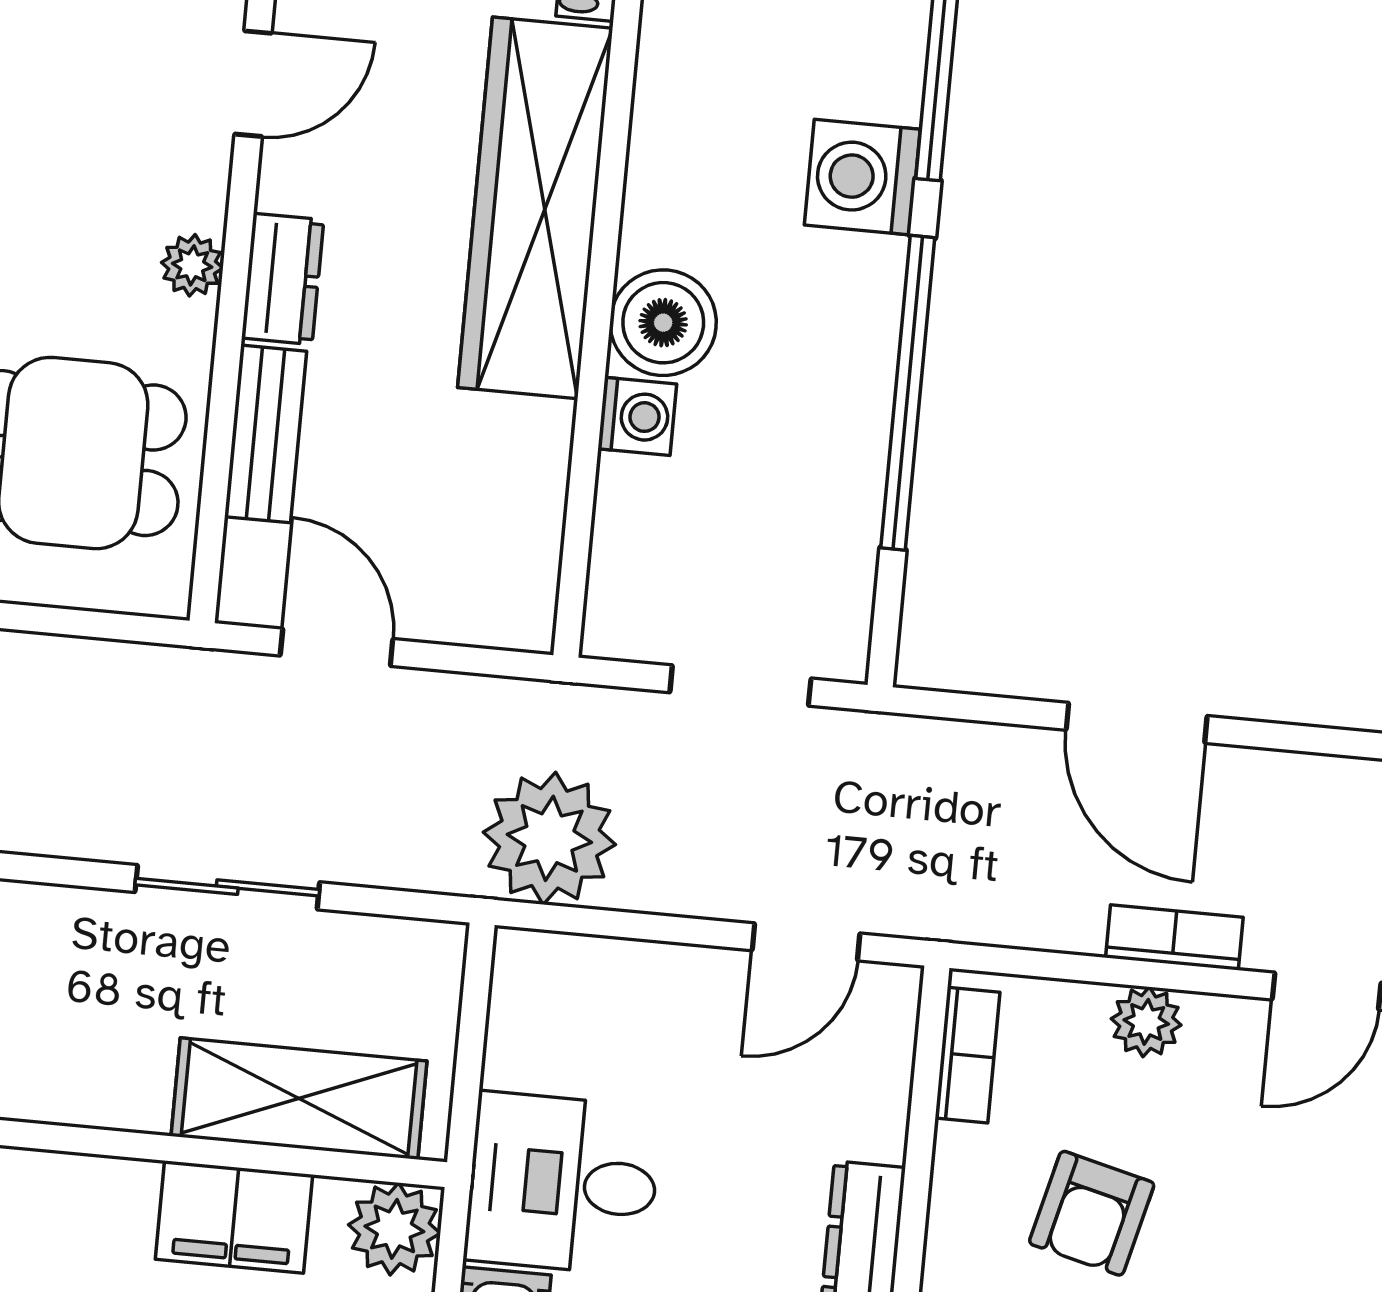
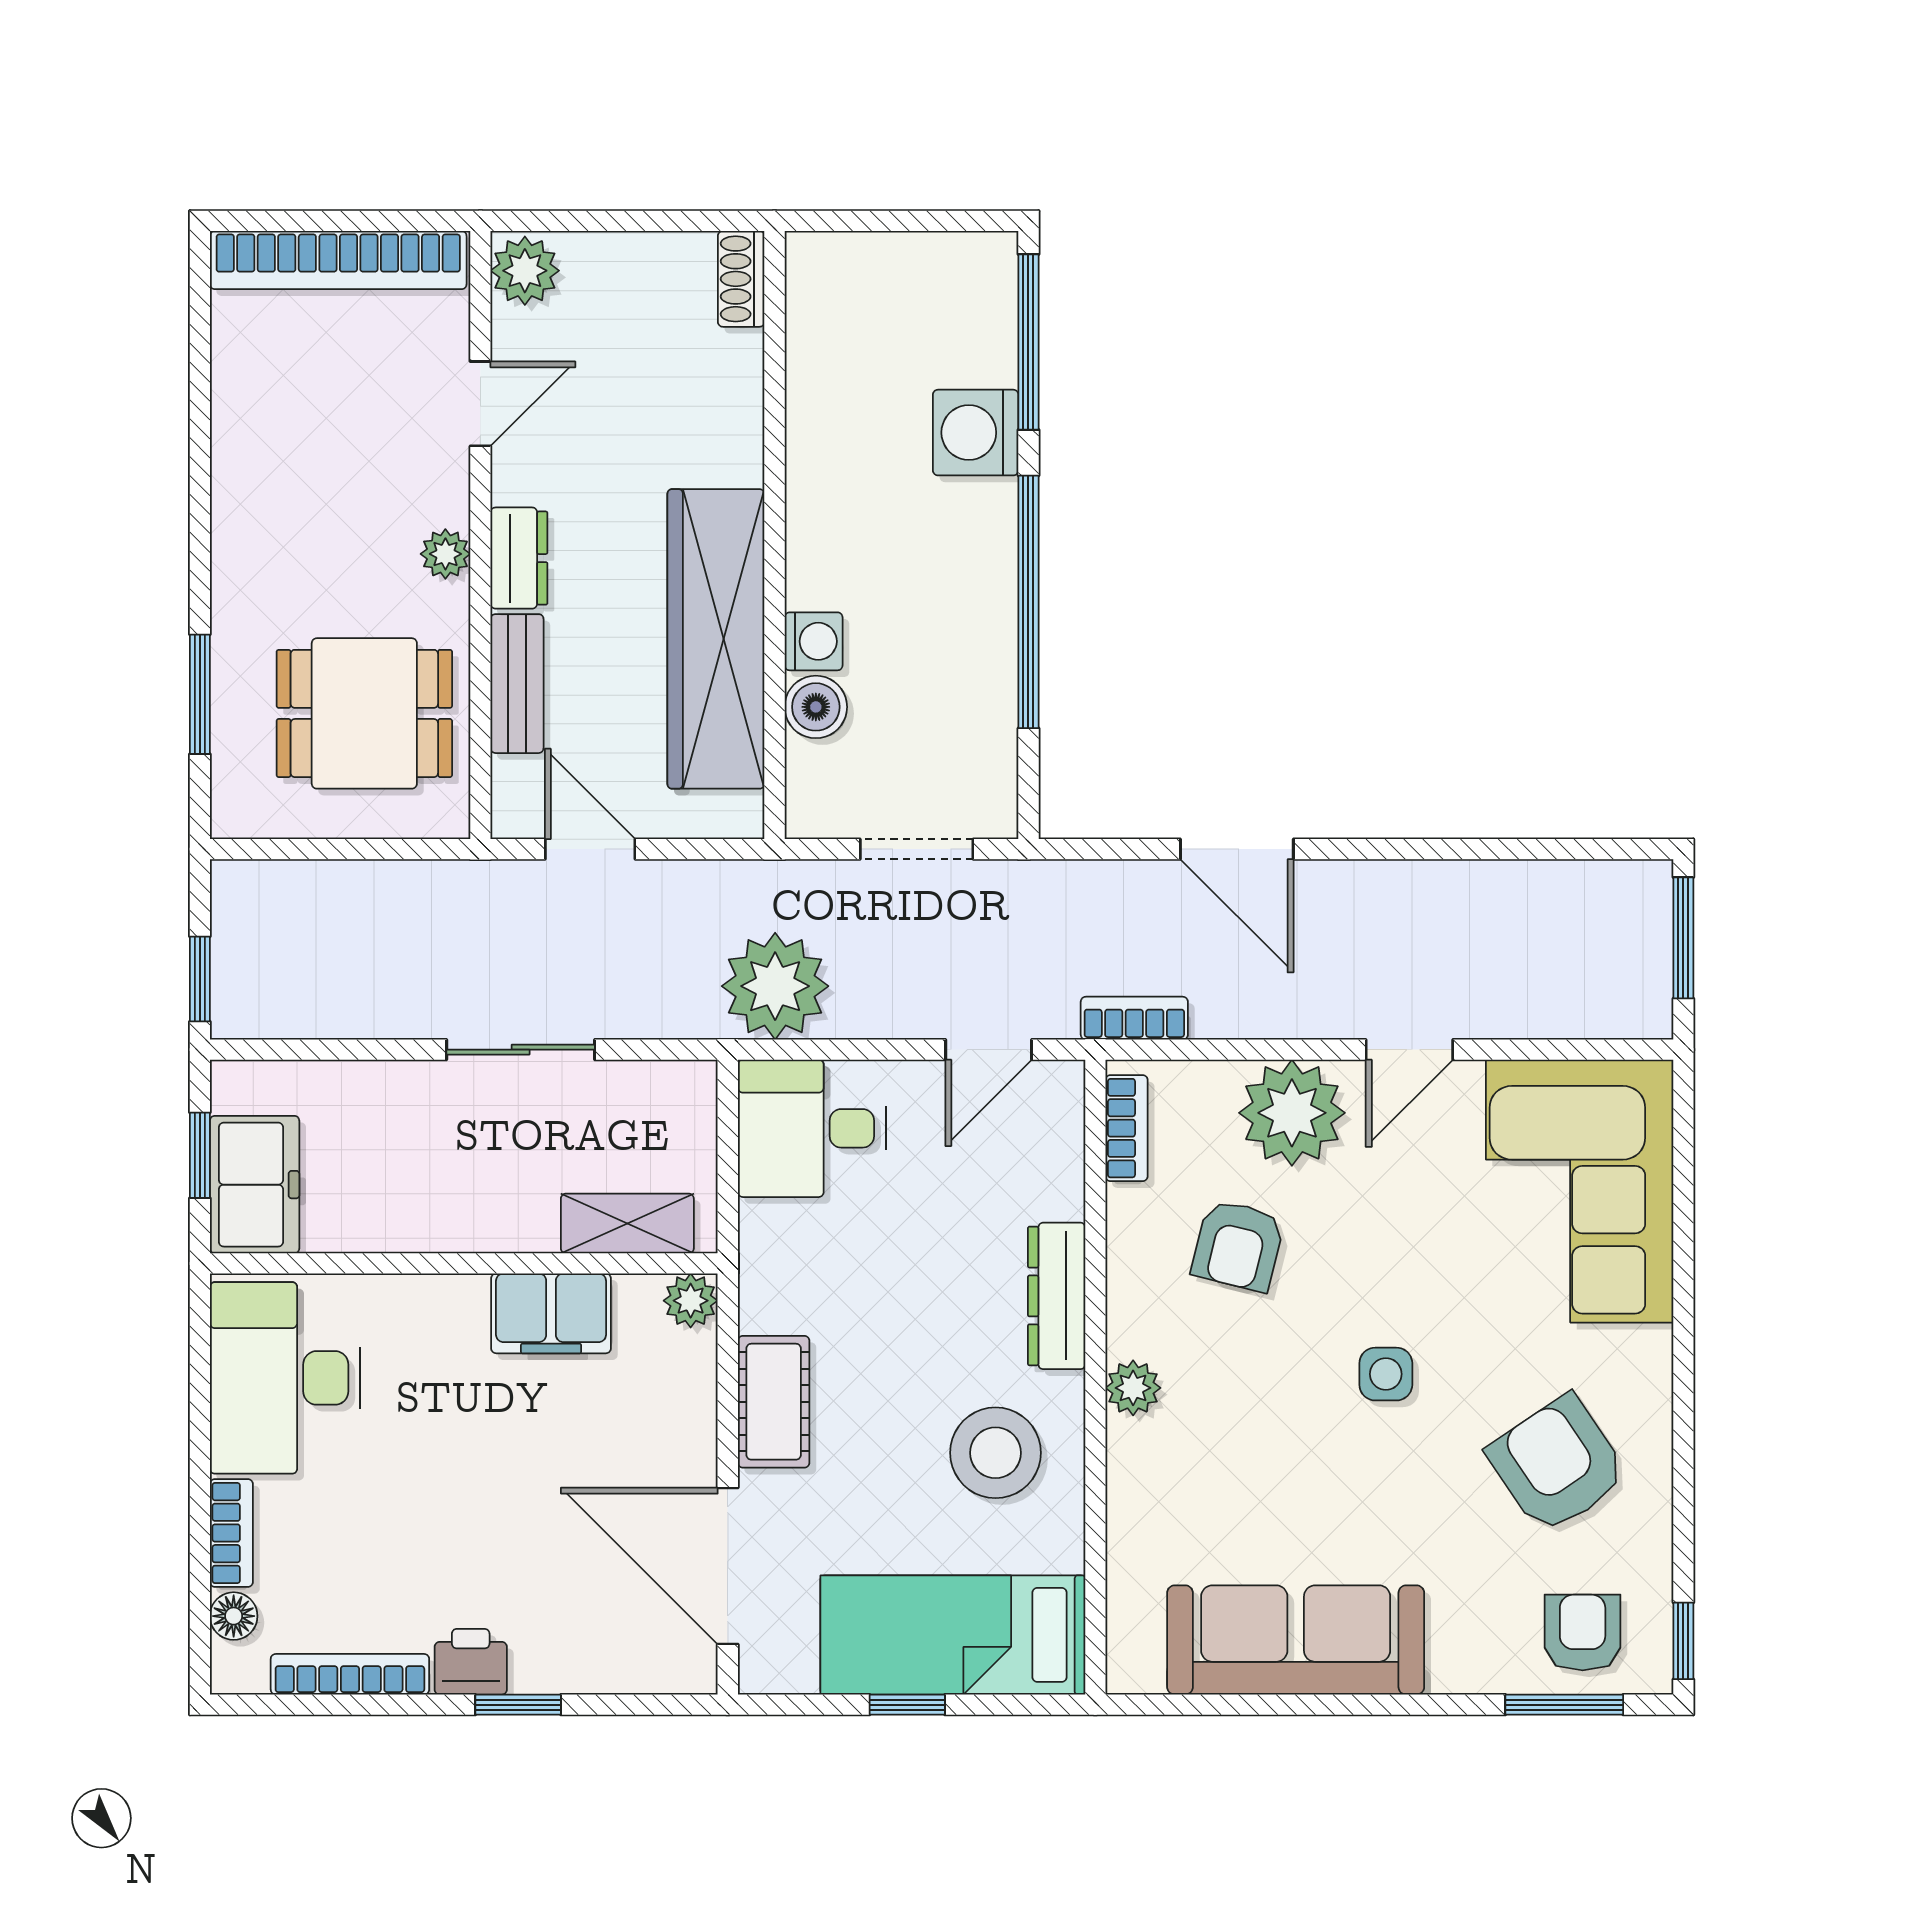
wardrobe: (535, 208) -> (716, 639), moved
boiler: (663, 323) -> (816, 707), moved, width x0.73, depth x0.73
bookcase: (1174, 937) -> (1134, 1018), moved
plant: (1146, 1022) -> (1292, 1113), width x1.88, depth x1.88
shelving: (299, 1099) -> (627, 1224), width x0.67, depth x0.75
desk: (563, 1184) -> (812, 1128), moved
plant: (394, 1229) -> (691, 1301), width x0.73, depth x0.73

